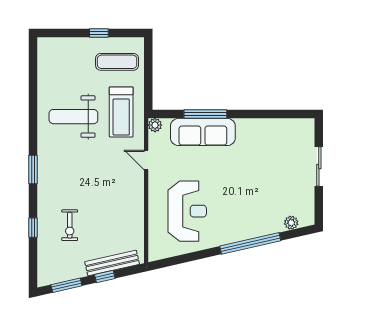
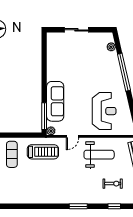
window: (205, 114) -> (44, 116), moved
weight bench: (73, 117) -> (99, 155), moved, turned -90
reception desk: (187, 211) -> (104, 111), turned 90

